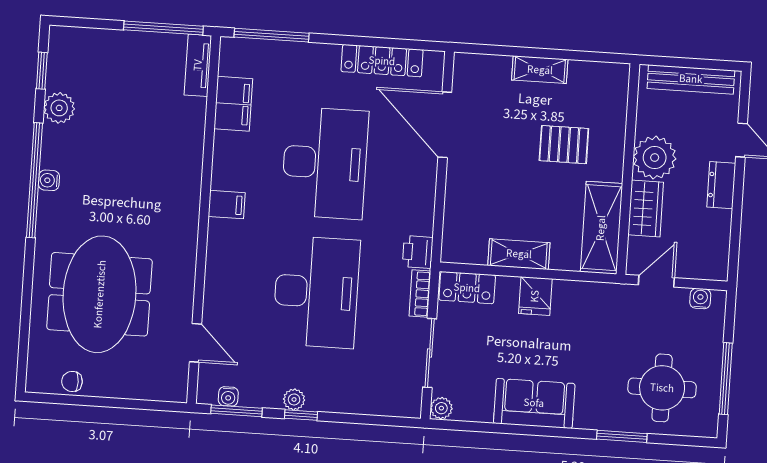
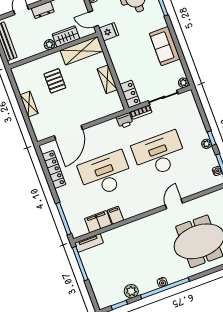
plant: (655, 158) -> (49, 45), width x0.53, depth x0.53
filing cabinet: (227, 205) -> (115, 215), moved
fridge: (535, 296) -> (109, 32), moved
door: (196, 343) -> (174, 204), moved

